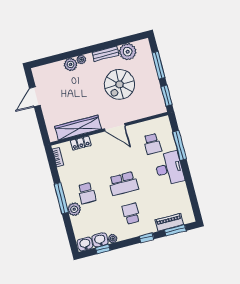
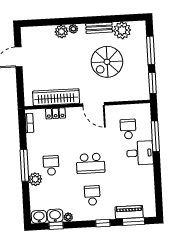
school desk: (152, 144) -> (128, 129), turned 180
desk: (169, 168) -> (140, 153), width x0.73
school desk: (87, 193) -> (51, 165), turned 180

